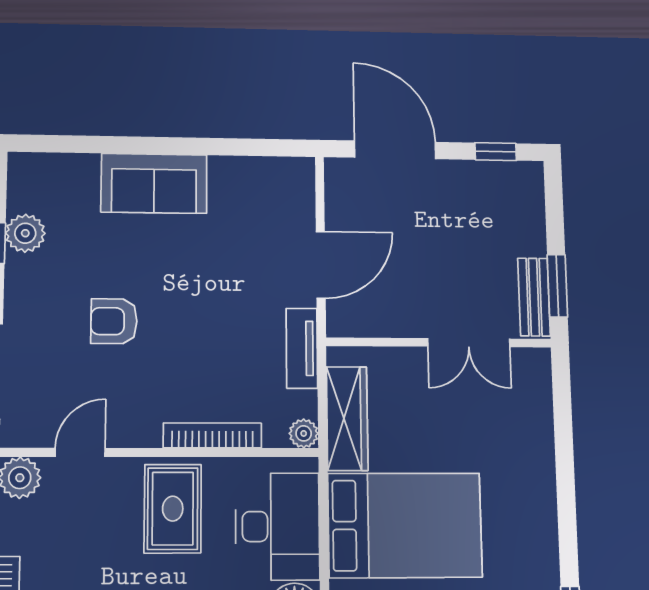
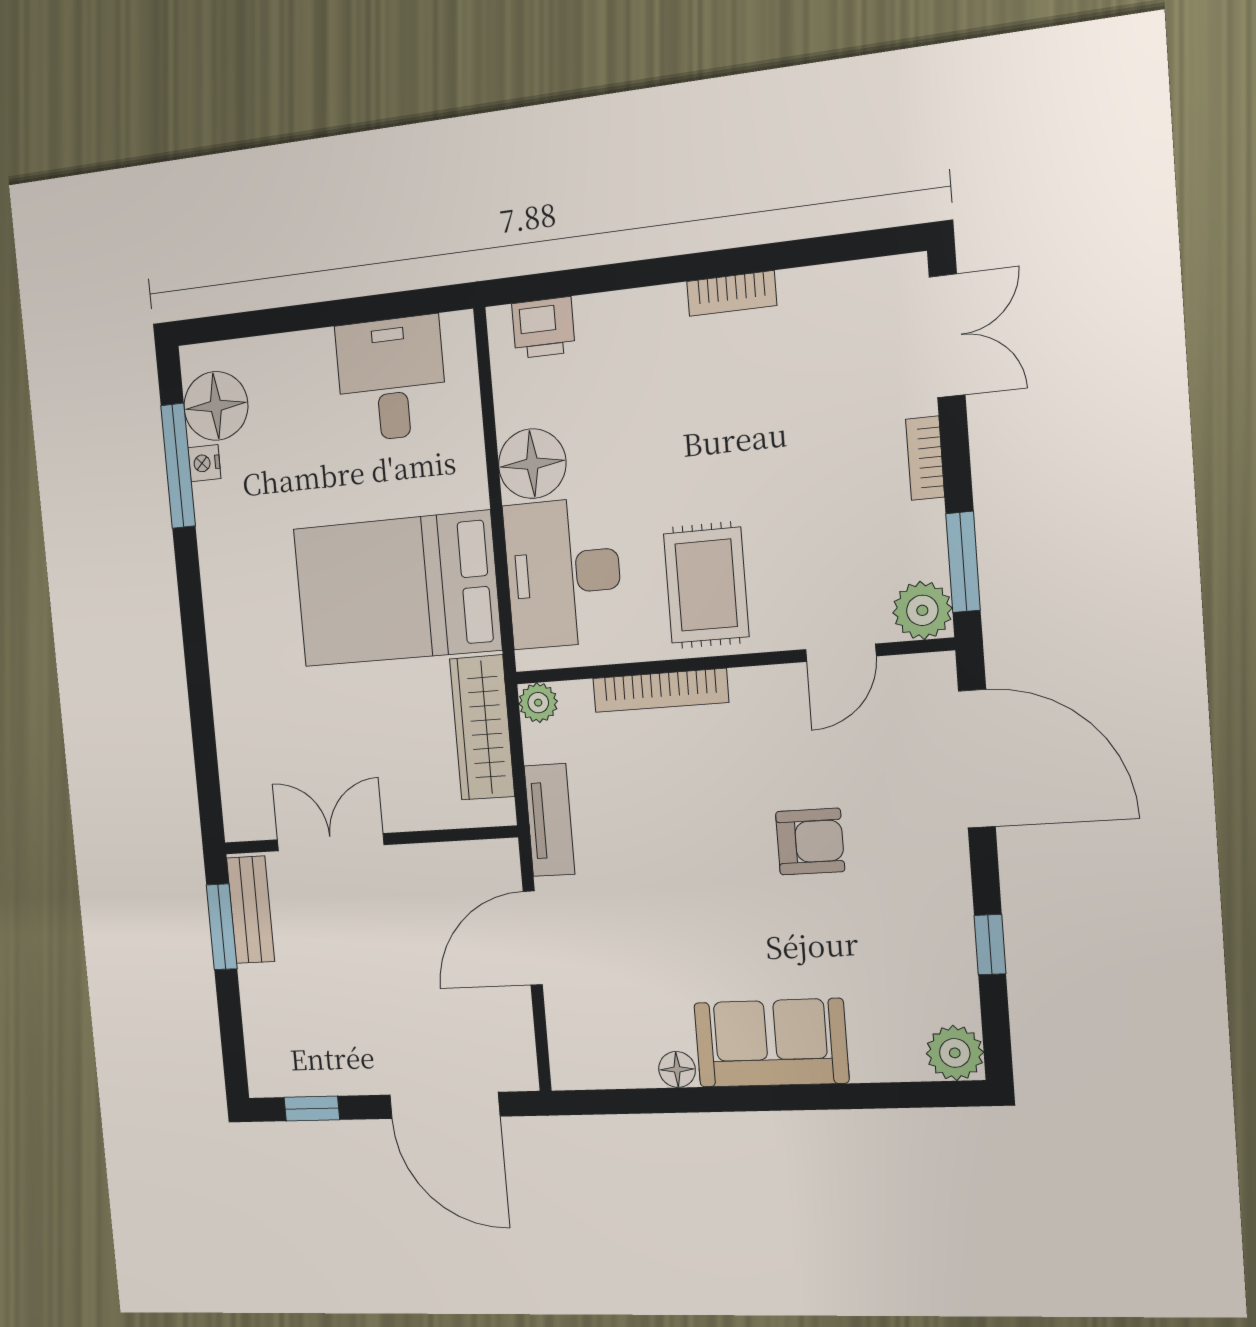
floor lamp: (223, 168) -> (677, 1069), added
plant: (25, 233) -> (955, 1053), moved

